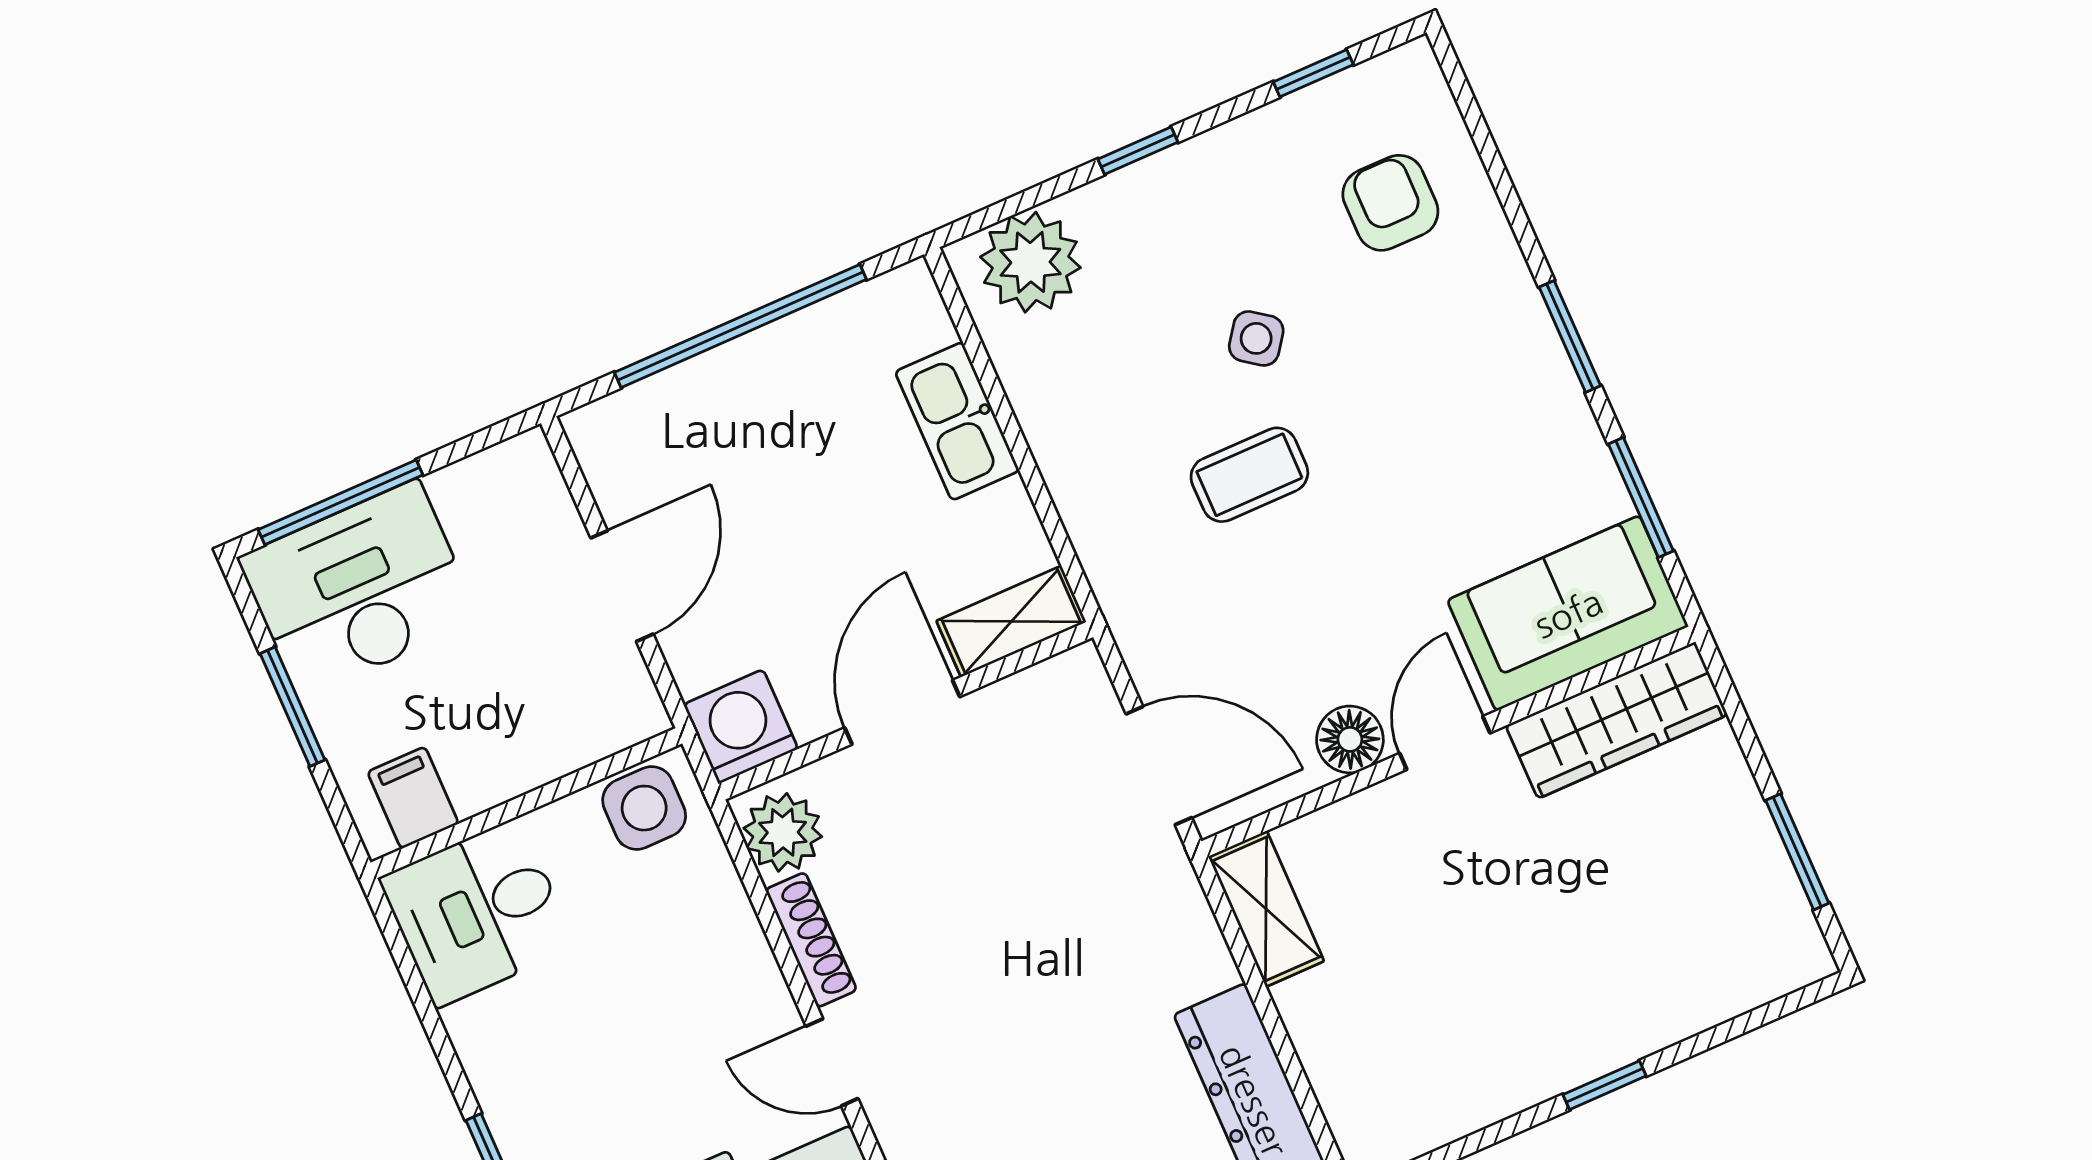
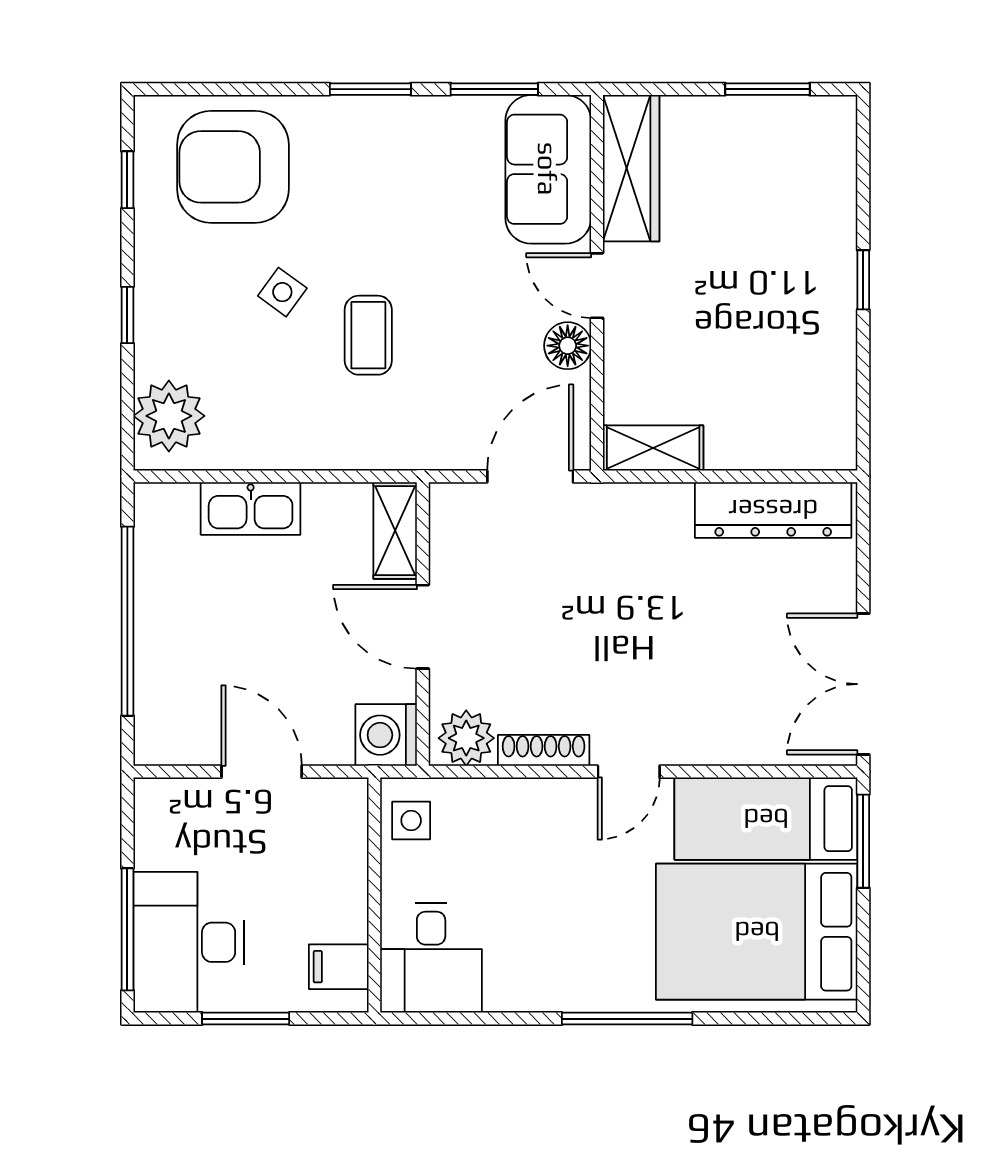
armchair: (1390, 203) -> (233, 167), width x1.88, depth x1.88
side table: (644, 808) -> (411, 821), width x0.73, depth x0.73

